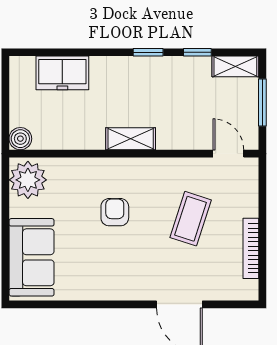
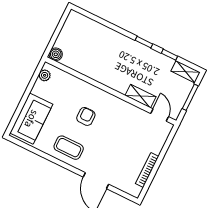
freezer: (62, 73) -> (94, 31), removed
shelving: (131, 139) -> (140, 96), moved
plant: (28, 180) -> (45, 75), width x0.53, depth x0.53
coffee table: (191, 219) -> (69, 148), moved, turned 72

